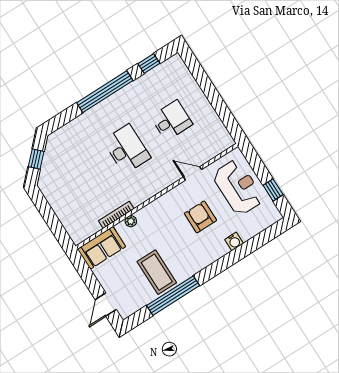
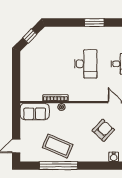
window: (105, 92) -> (94, 23), width x0.47
armchair: (201, 217) -> (103, 130), turned 43
coffee table: (157, 272) -> (58, 146), turned -67

